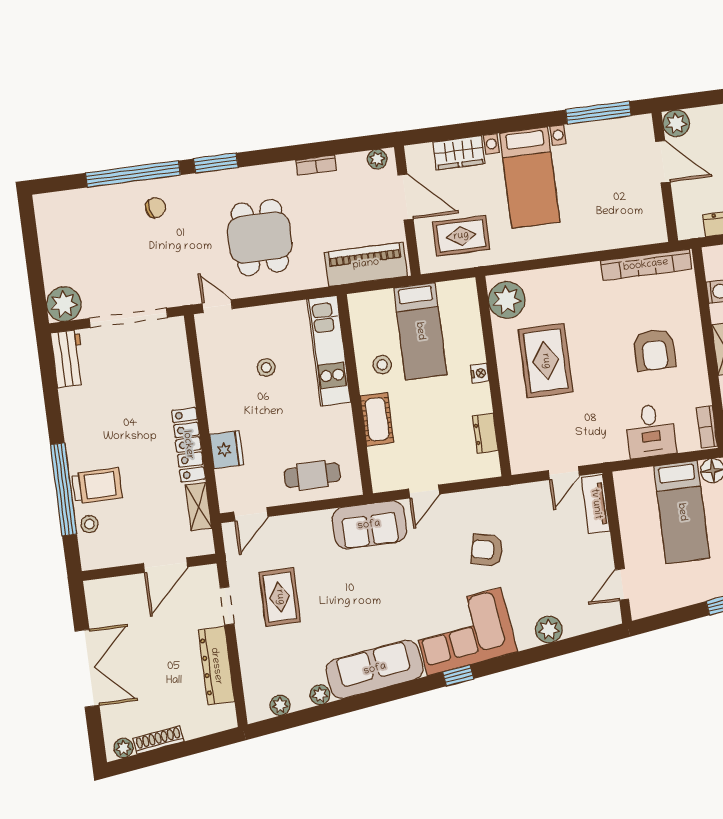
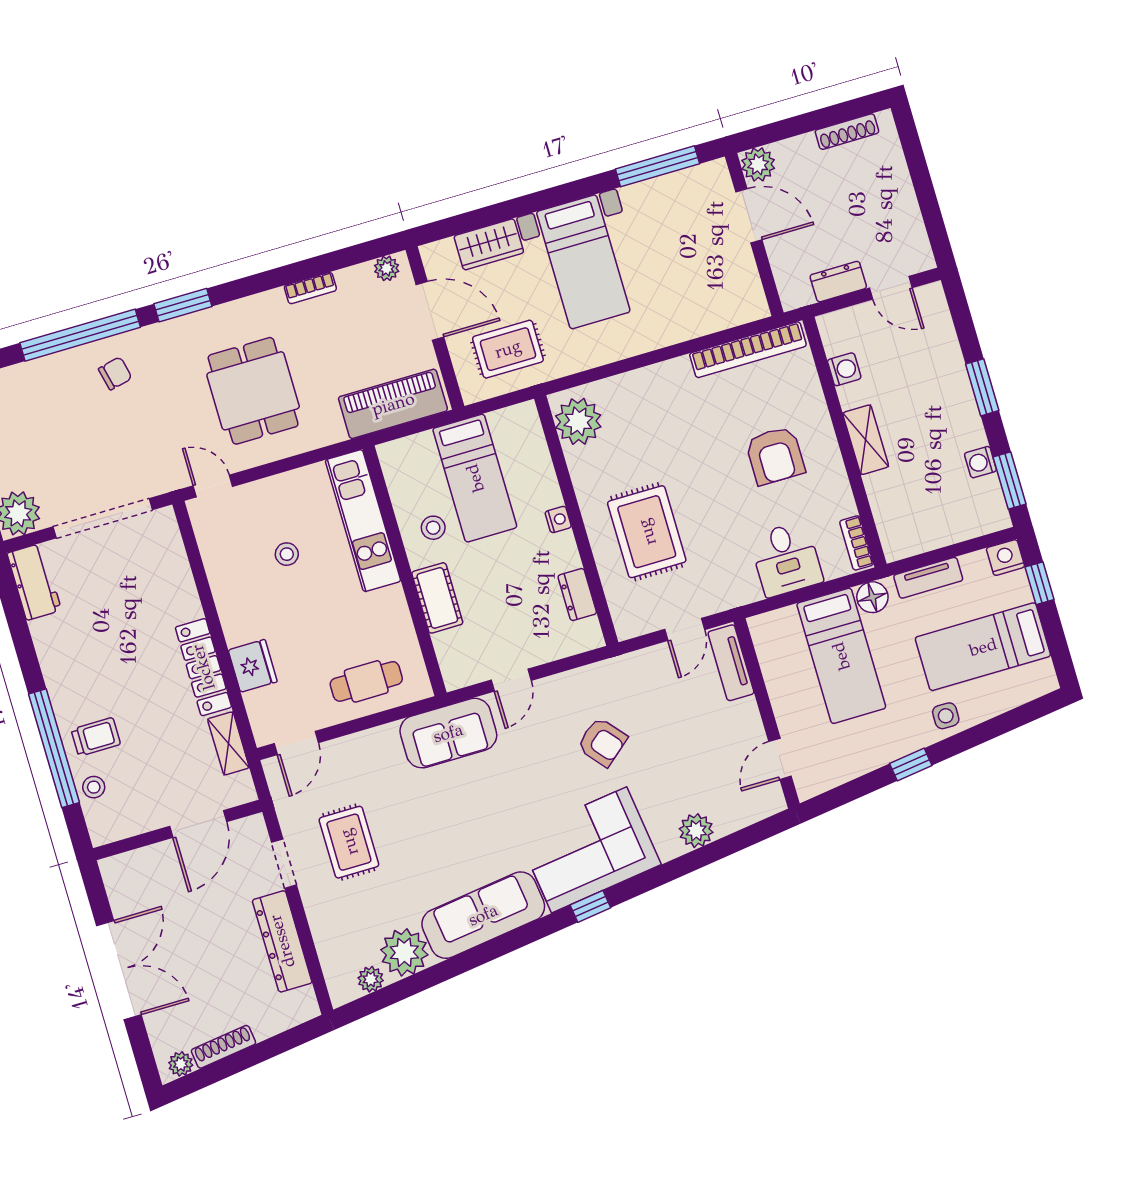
rug: (546, 361) -> (647, 532), moved
trolley: (97, 486) -> (96, 737), width x0.73, depth x0.72
armchair: (487, 550) -> (602, 742), turned -143
plant: (320, 695) -> (404, 952), width x1.87, depth x1.87

